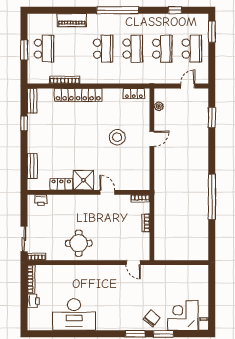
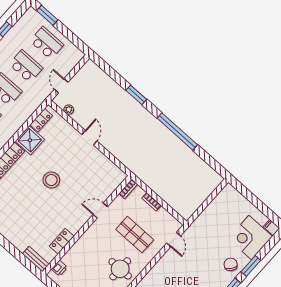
door: (188, 86) -> (61, 86), moved
window: (212, 118) -> (136, 95), moved
stool: (117, 137) -> (51, 180), moved
bench: (32, 166) -> (36, 259), moved
shower: (84, 180) -> (30, 140), moved
shop shelf: (112, 232) -> (135, 235), added
door: (133, 263) -> (174, 239), hinge flipped

